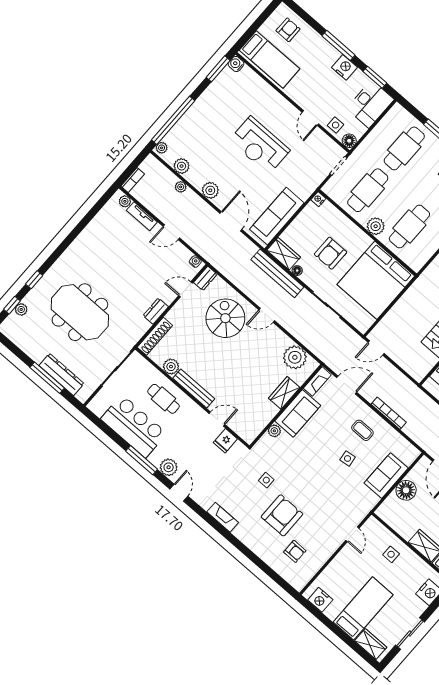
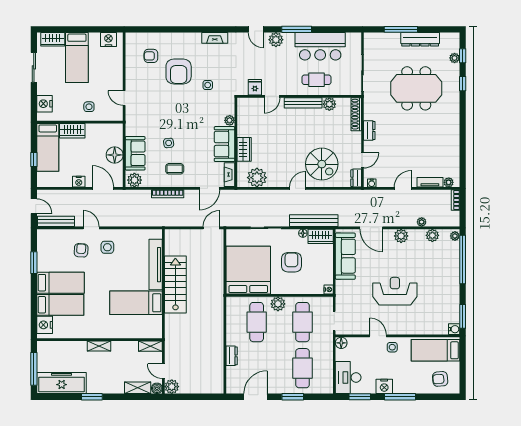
armchair: (288, 30) -> (440, 379), turned 85
side table: (336, 125) -> (392, 347), moved
dresser: (62, 375) -> (420, 39), moved
plant: (408, 452) -> (134, 180), added

